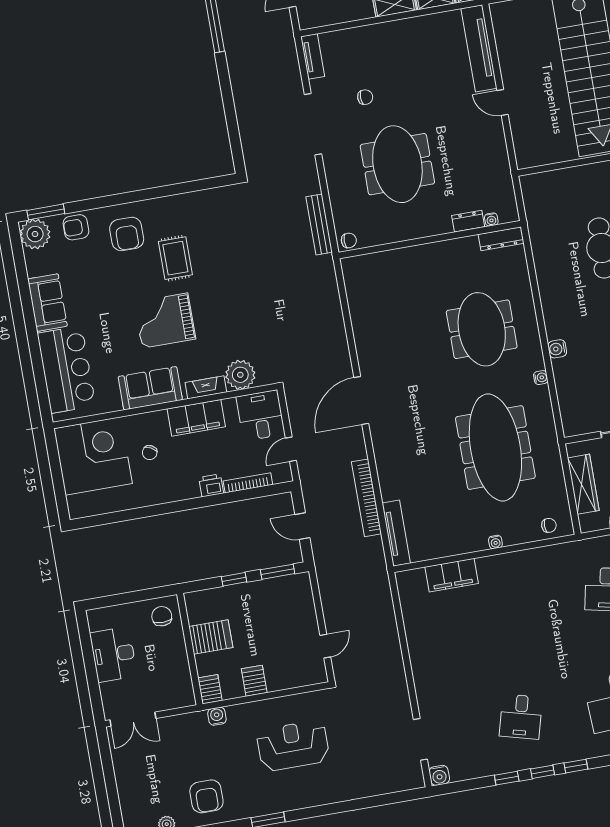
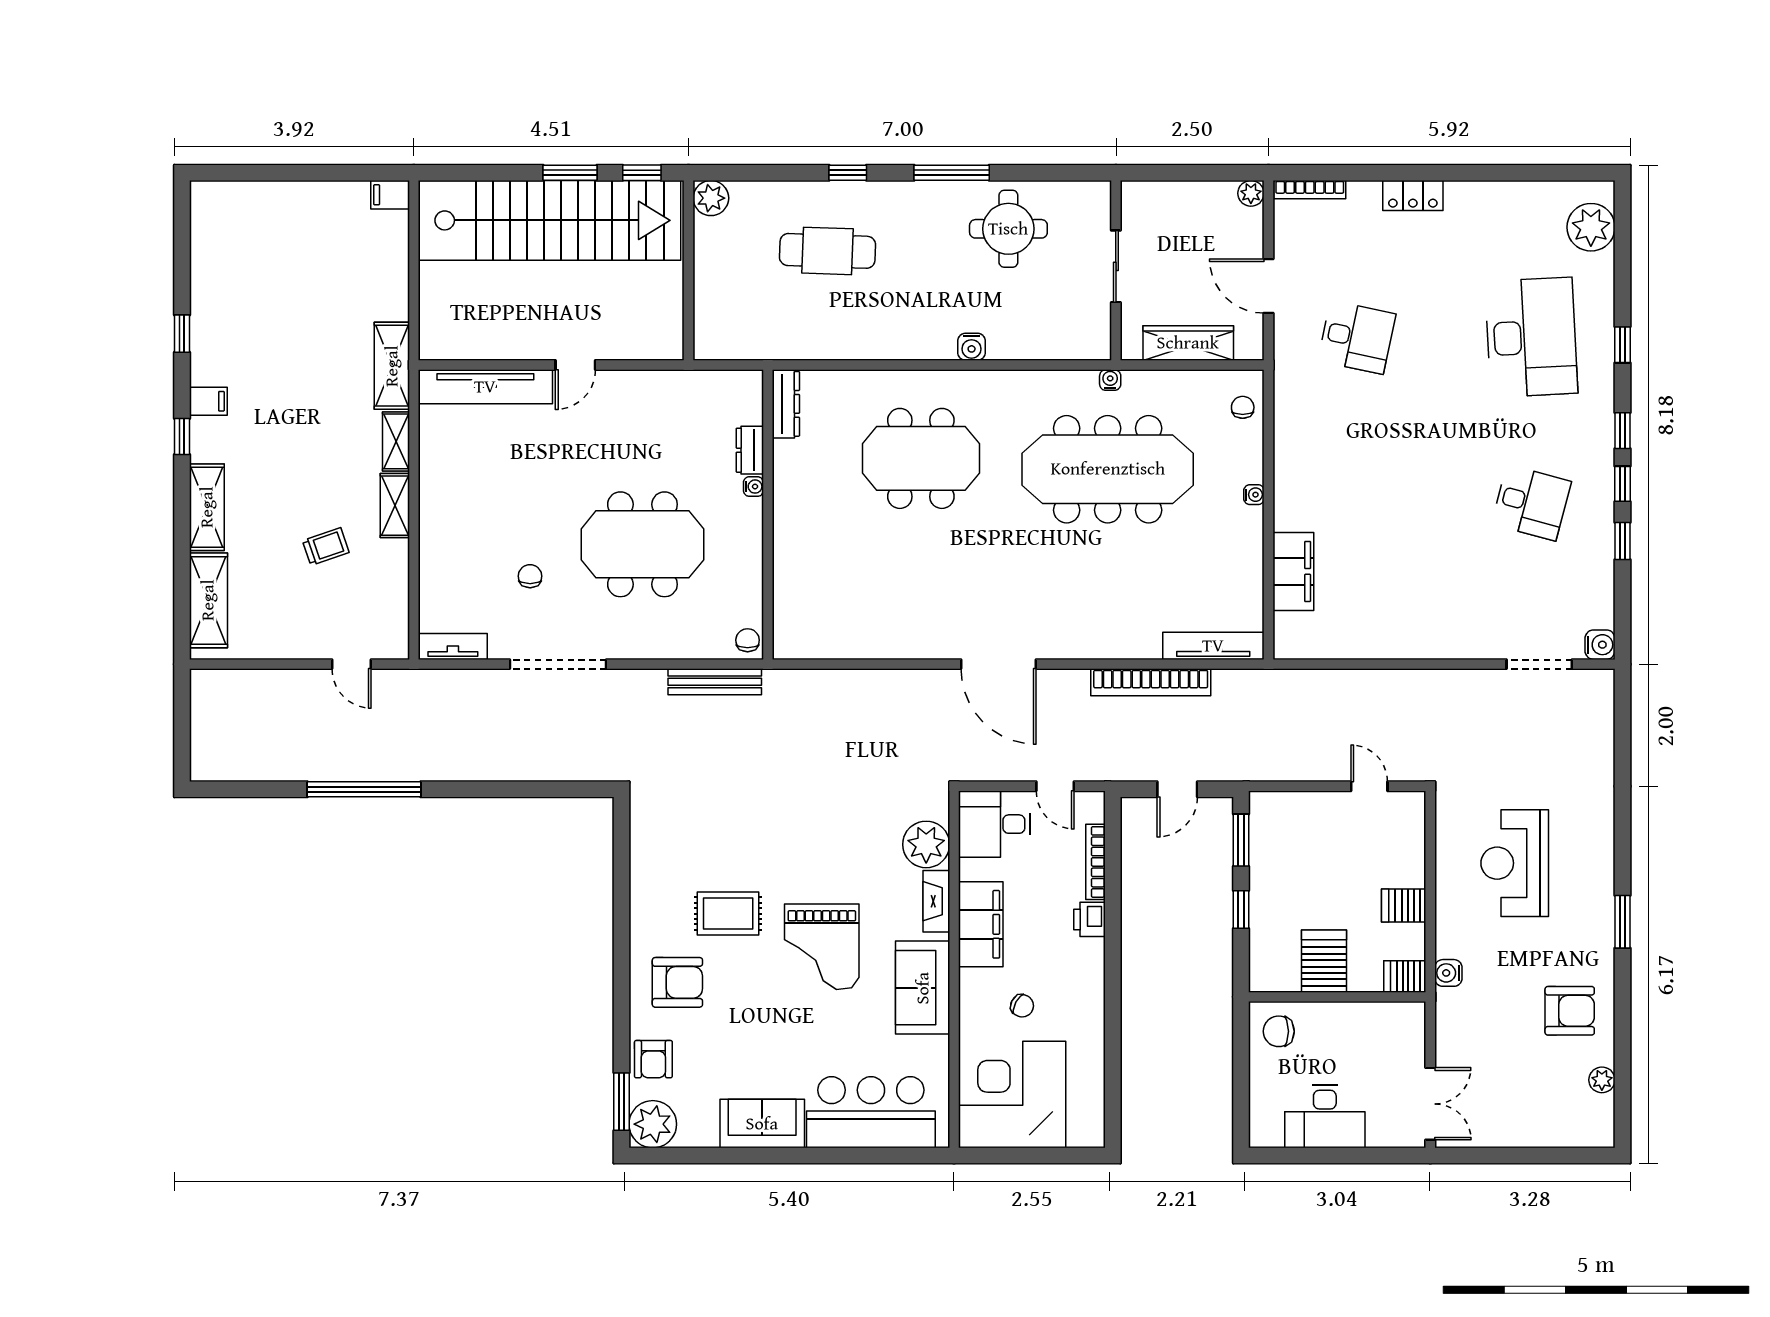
water cooler: (491, 219) -> (753, 487), moved
water cooler: (541, 378) -> (1110, 380), moved

